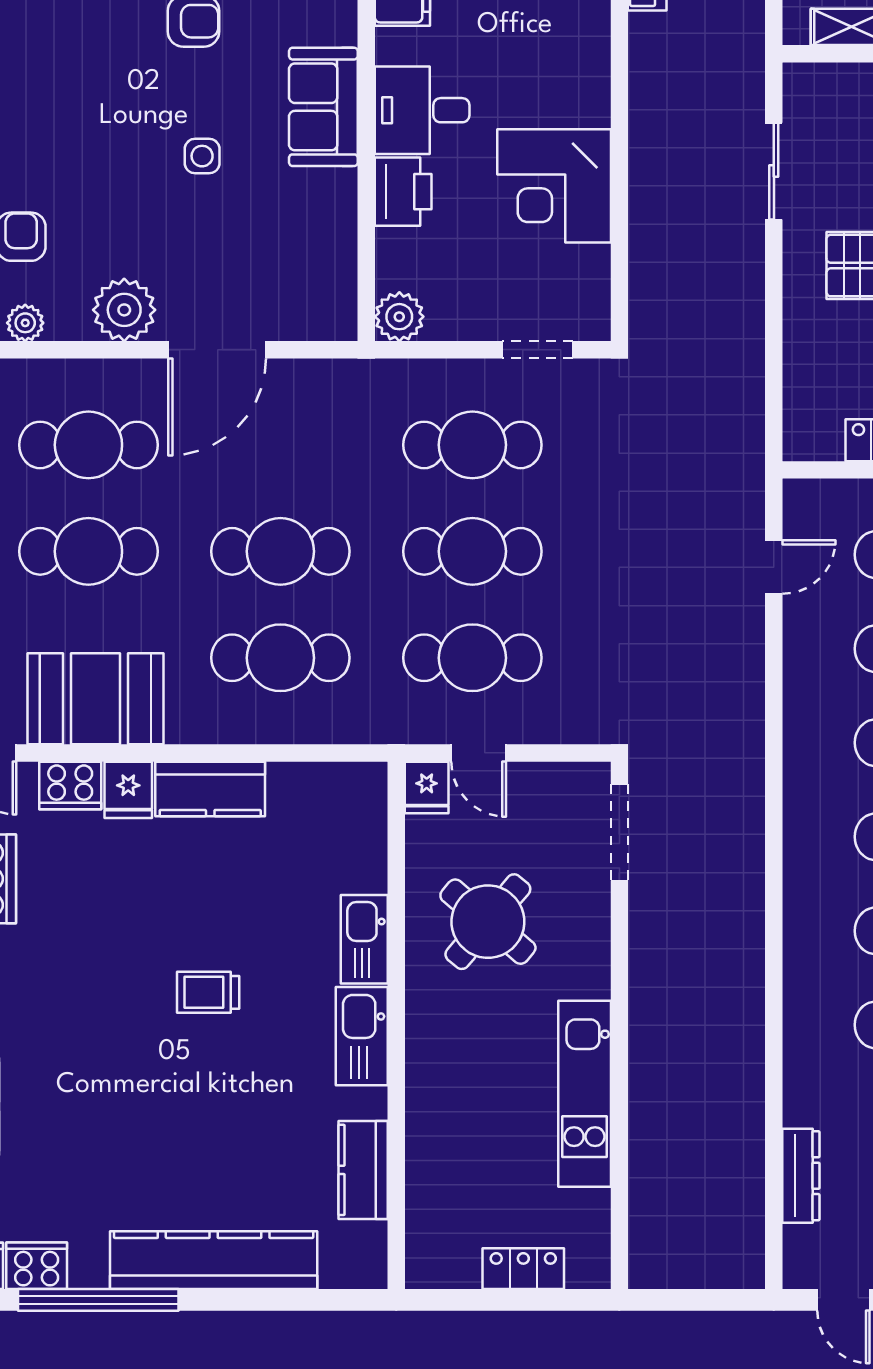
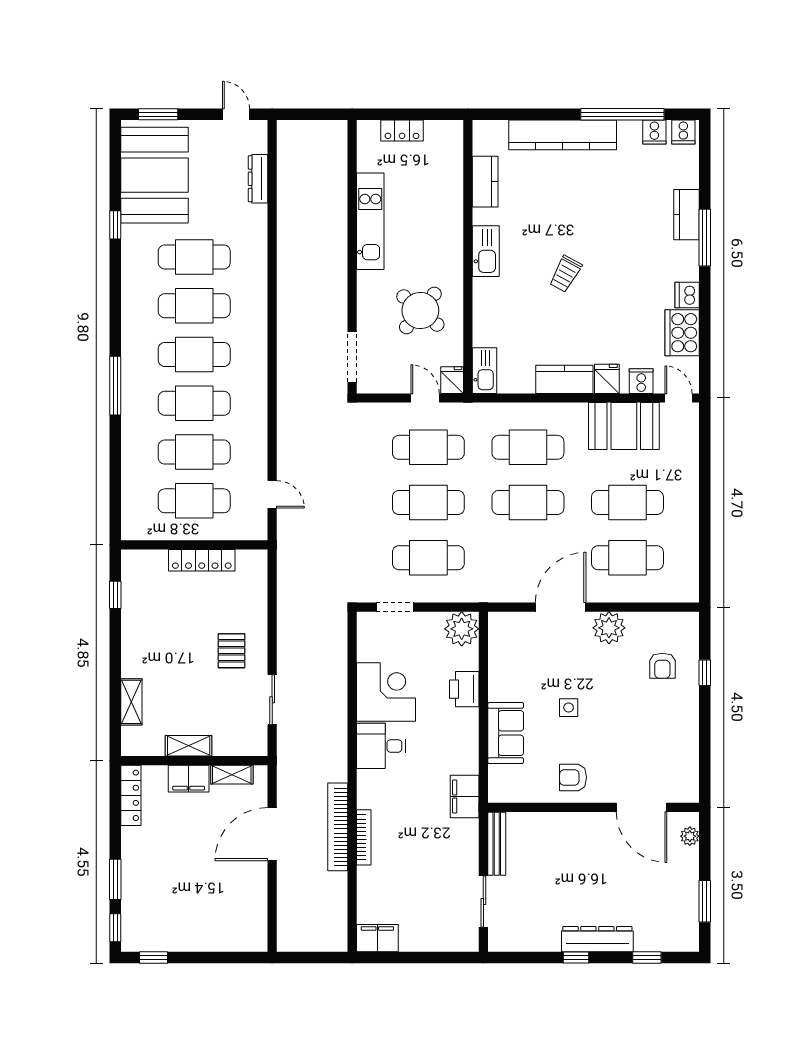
desk: (422, 110) -> (381, 746), moved, turned 180
plant: (399, 317) -> (462, 629), width x1.36, depth x1.36
plant: (25, 323) -> (660, 621), removed
door: (774, 567) -> (272, 494), swing flipped
cooker: (70, 785) -> (641, 381), width x0.73
kitchen sink: (364, 939) -> (484, 371), moved
trolley: (208, 992) -> (565, 274), turned 119
cooker: (37, 1266) -> (654, 132), width x0.73

